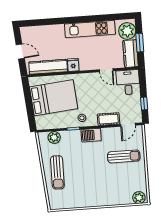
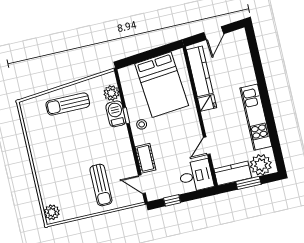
barbecue: (91, 135) -> (116, 114), moved

